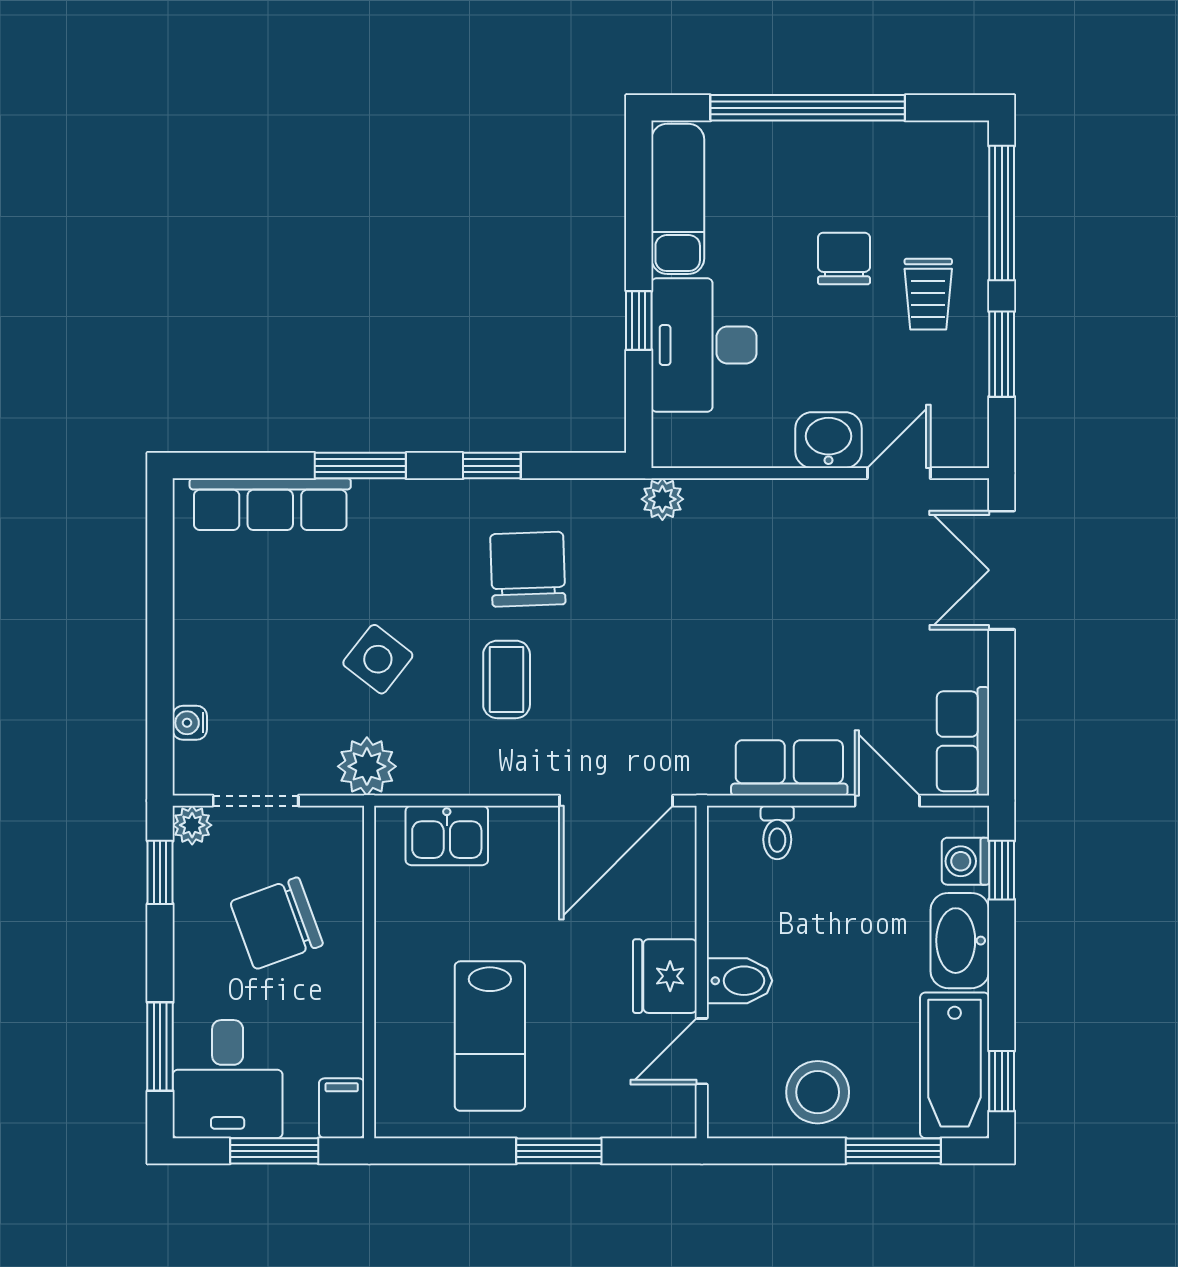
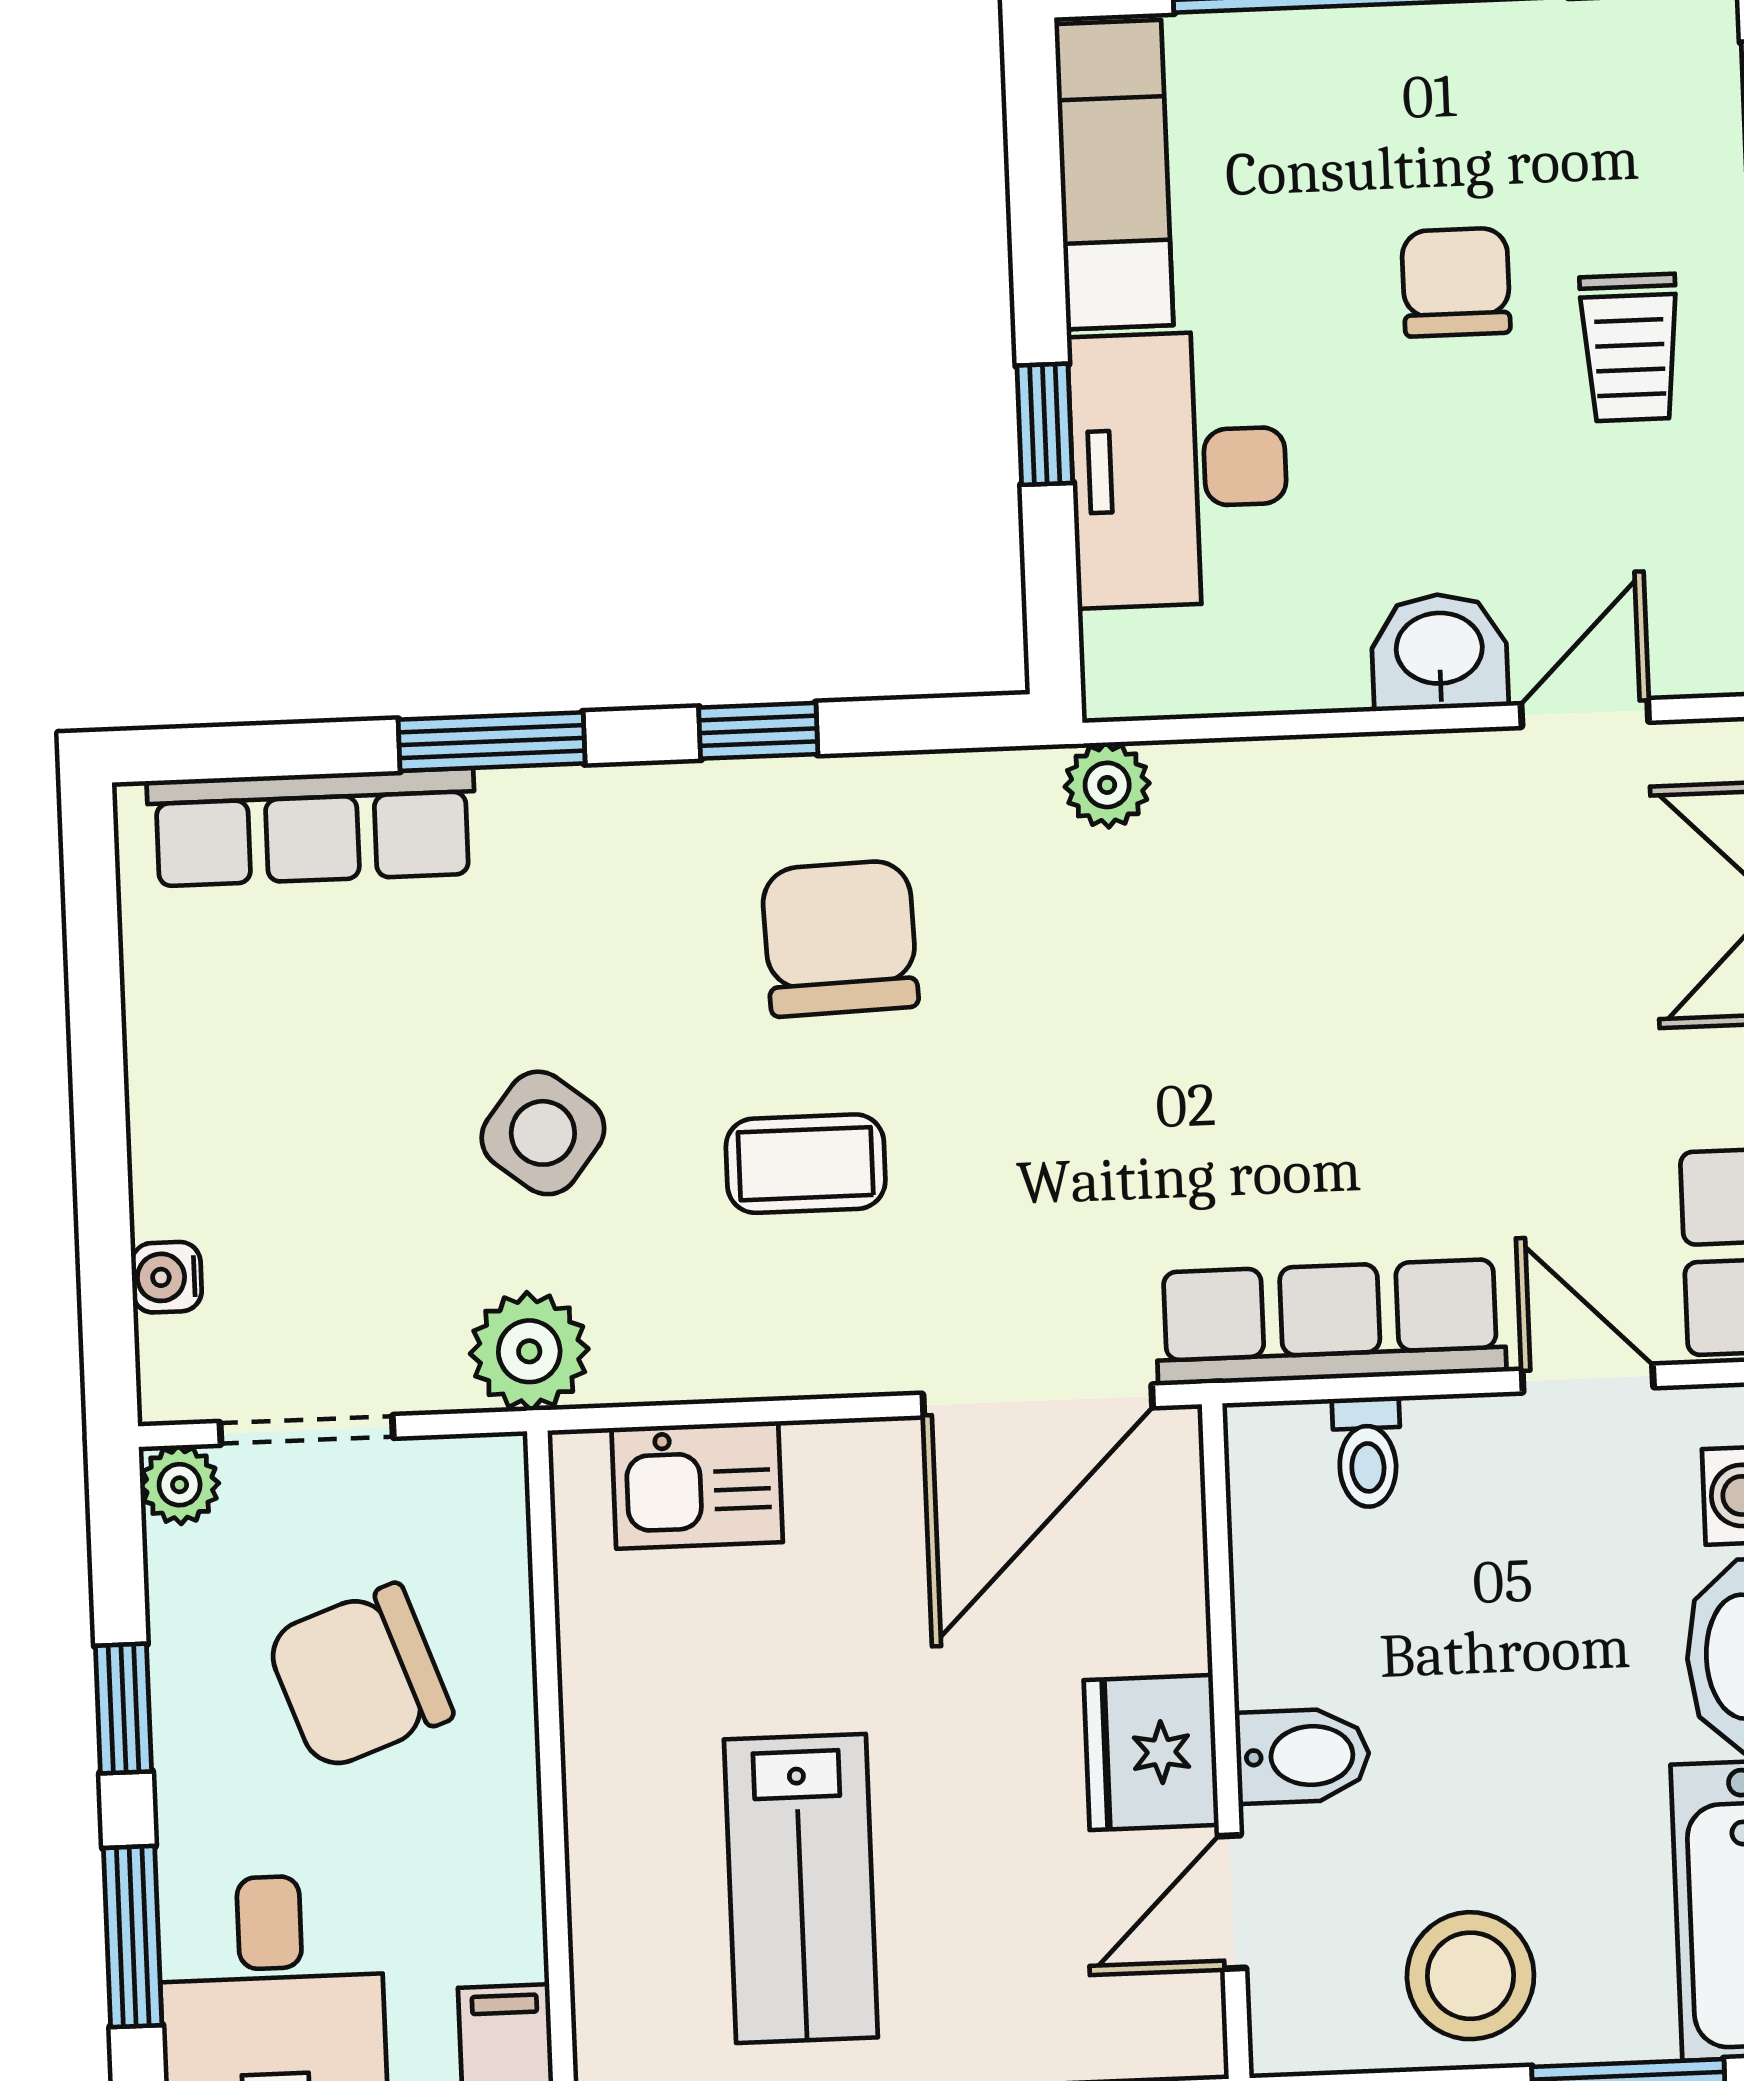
coffee table: (507, 679) -> (806, 1164), turned 90
row of seats: (789, 768) -> (1330, 1322), width x1.48
window: (160, 872) -> (123, 1709), moved

